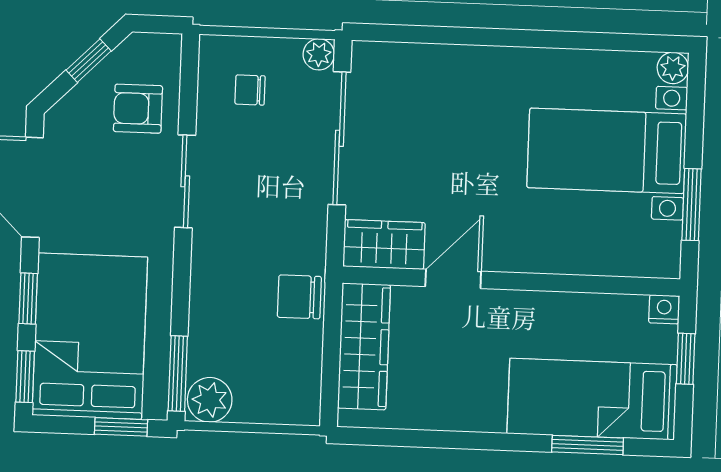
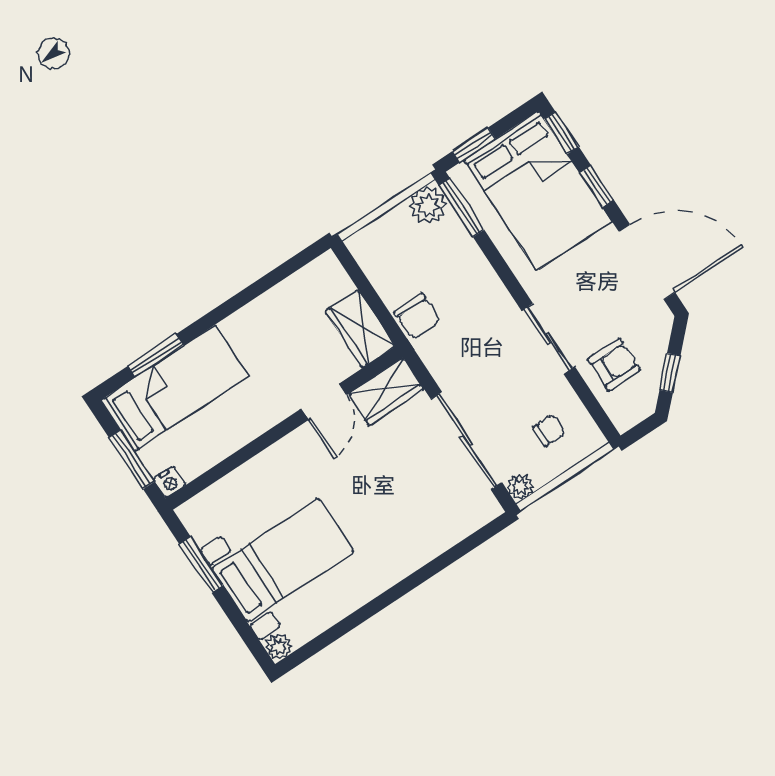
chair: (299, 297) -> (417, 316), turned 90
wardrobe: (364, 346) -> (360, 329), width x0.67
window: (686, 359) -> (132, 460), width x1.50

